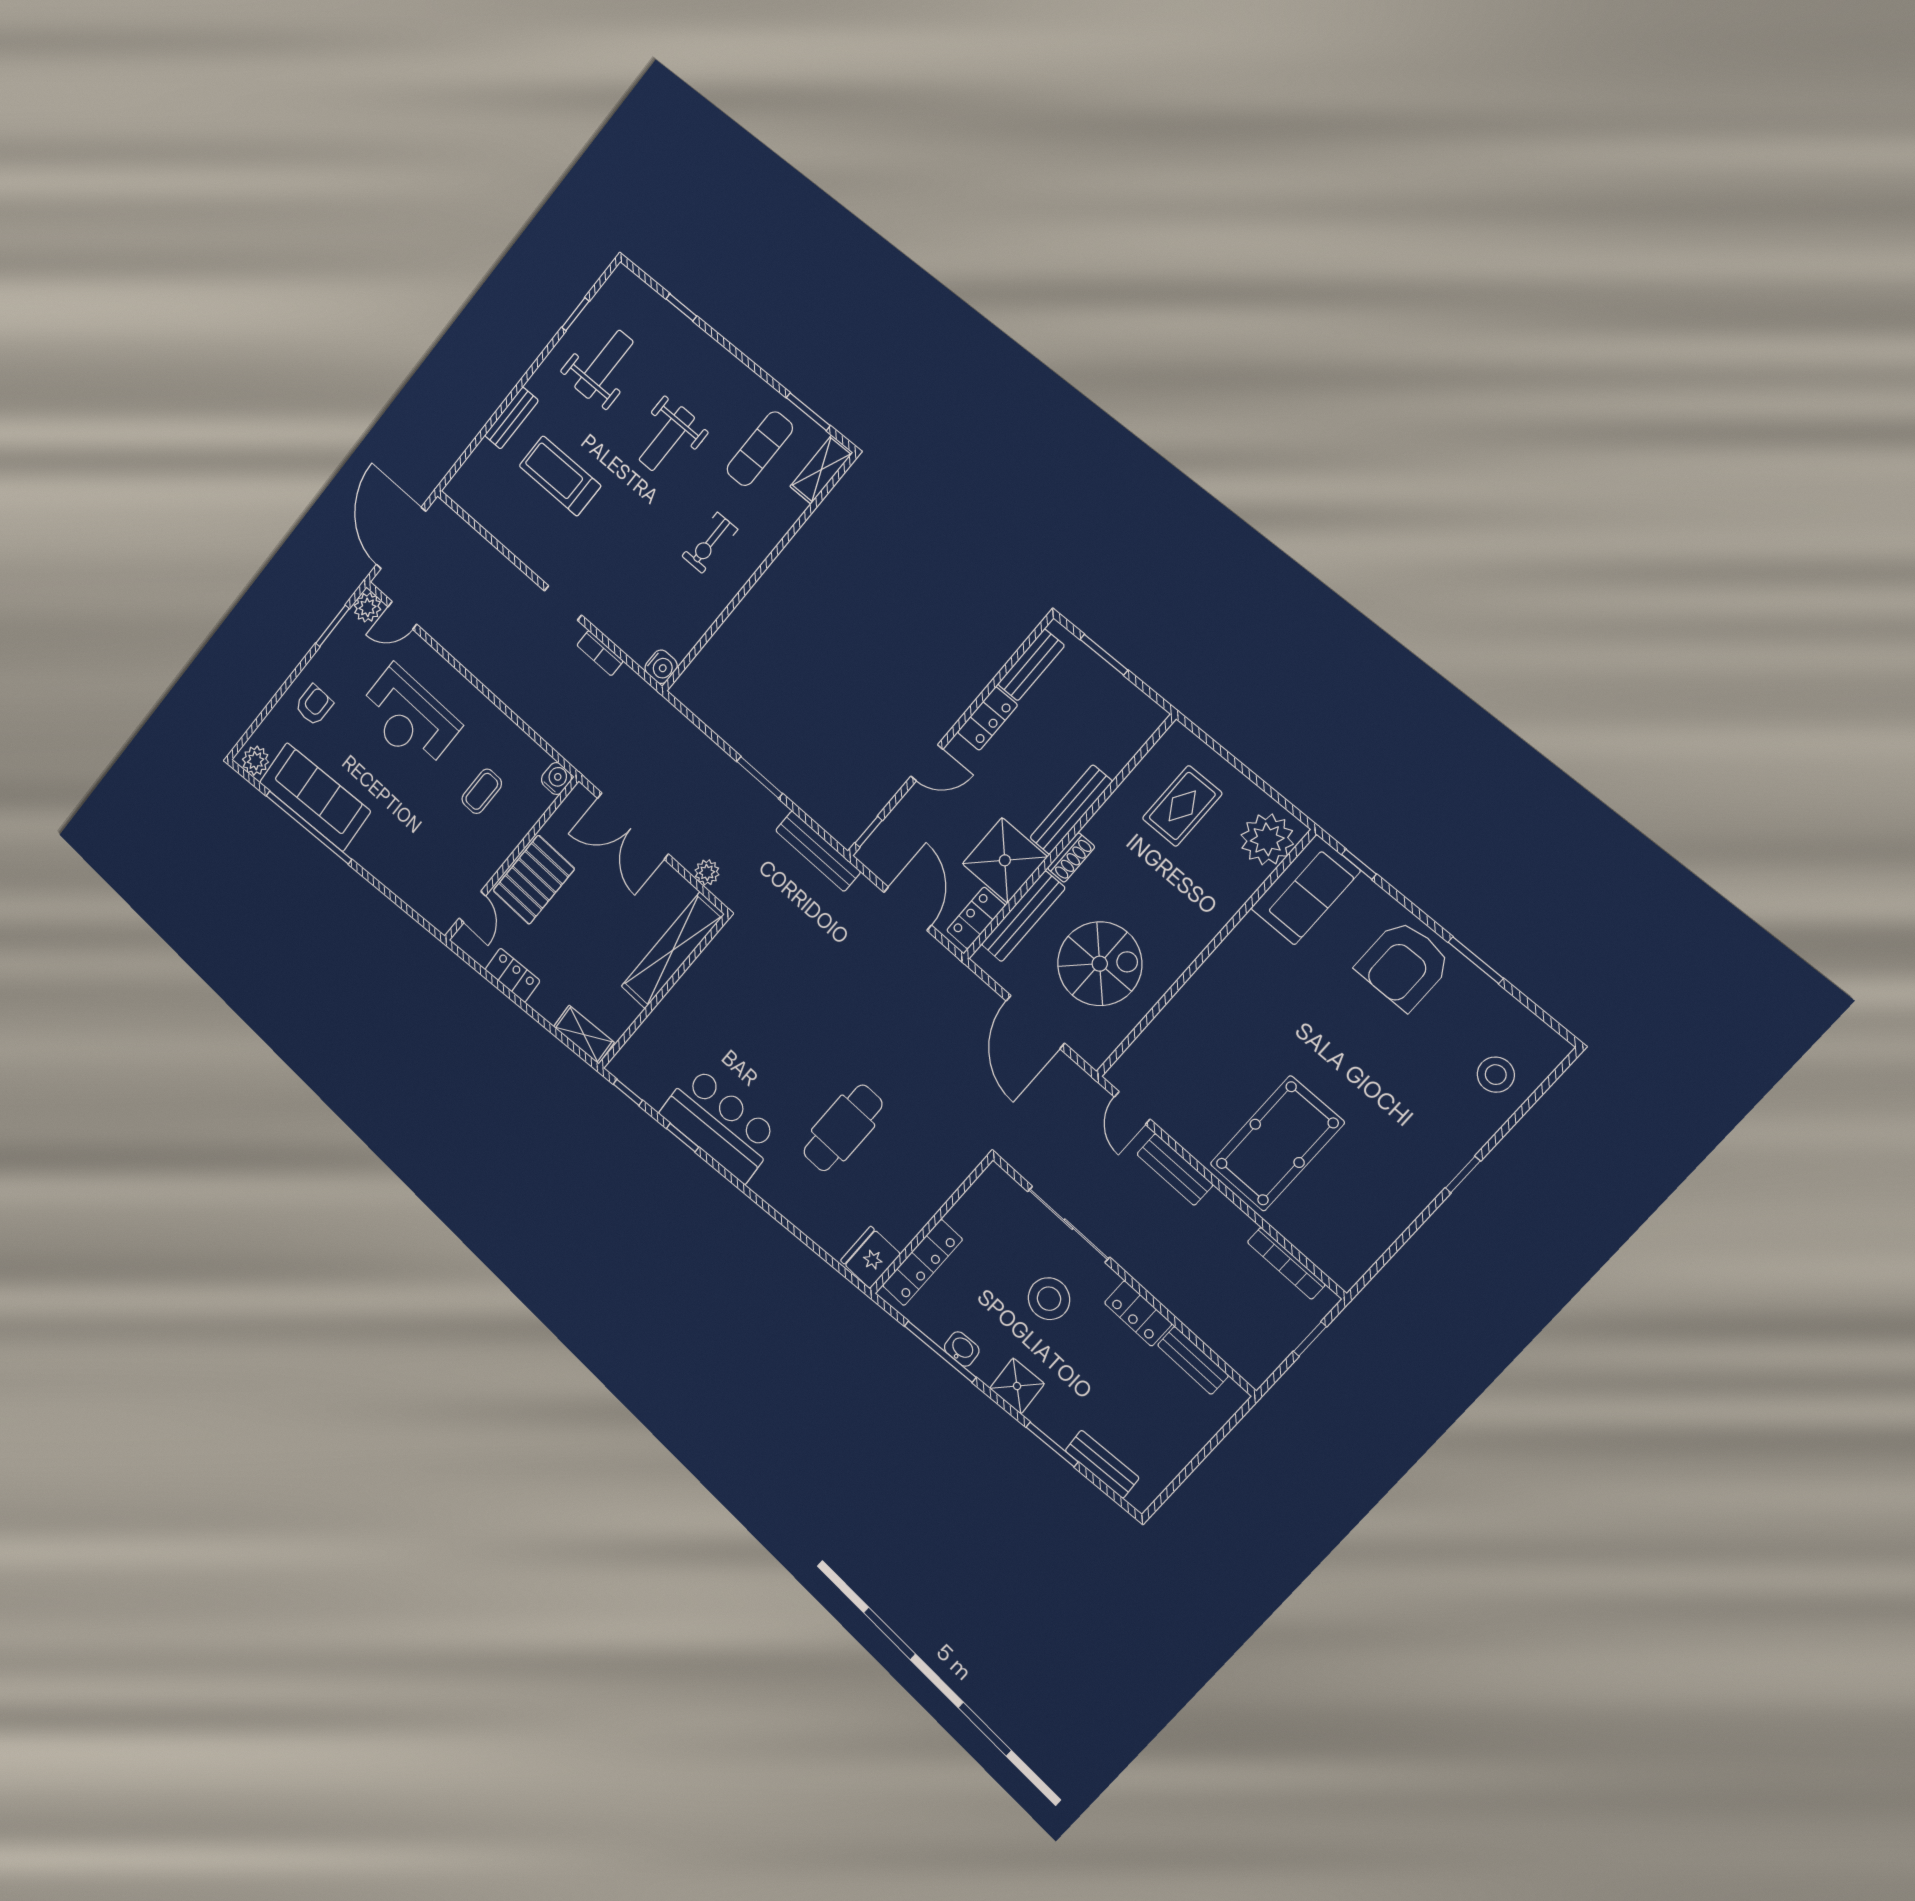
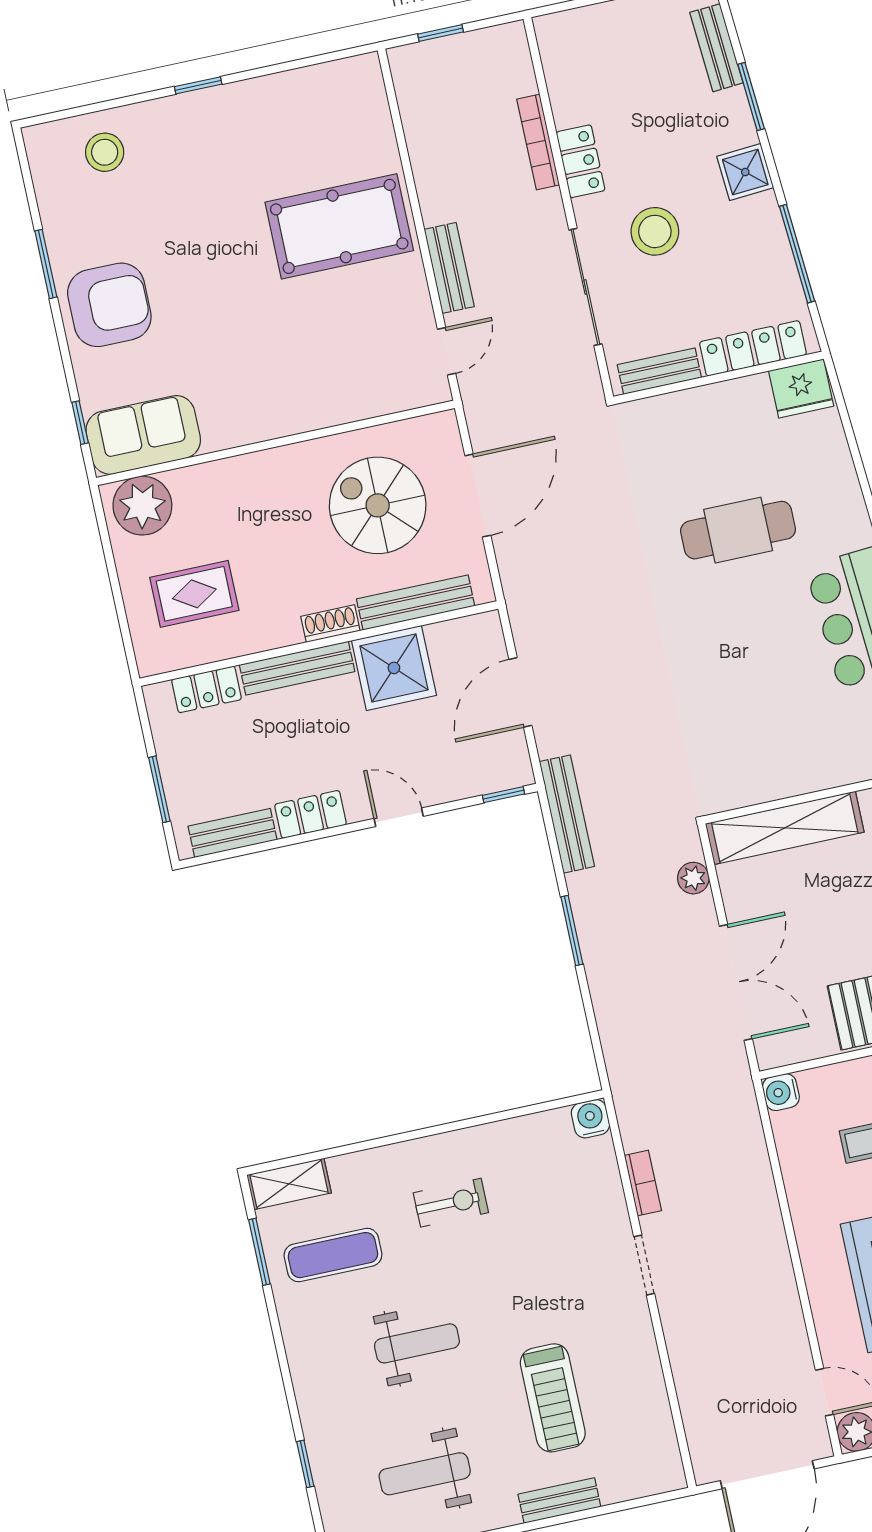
locker: (976, 918) -> (207, 689), moved
bookcase: (1286, 1263) -> (538, 142), moved, turned 180
washbasin: (962, 1349) -> (774, 242), removed
bench: (1193, 1360) -> (659, 371), moved, turned 90

